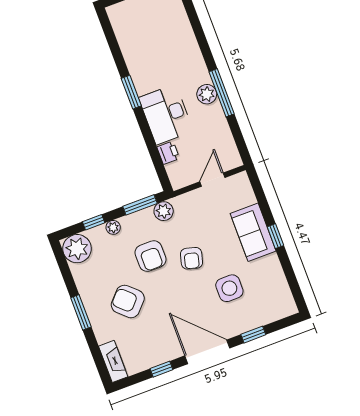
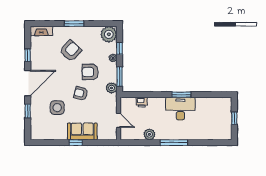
window: (222, 93) -> (174, 143), moved
plant: (207, 94) -> (149, 134), moved
desk: (166, 114) -> (180, 109), moved

